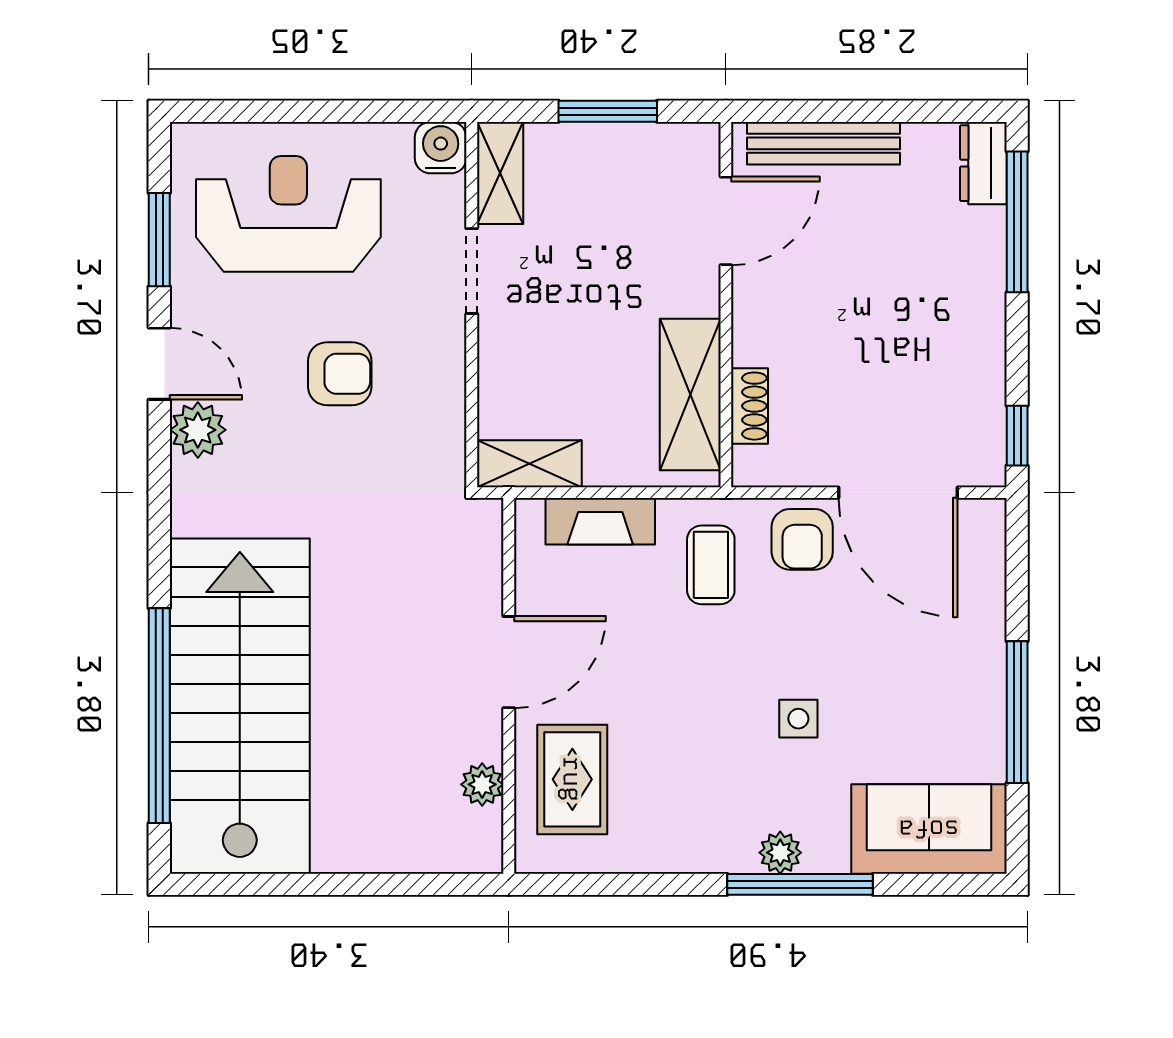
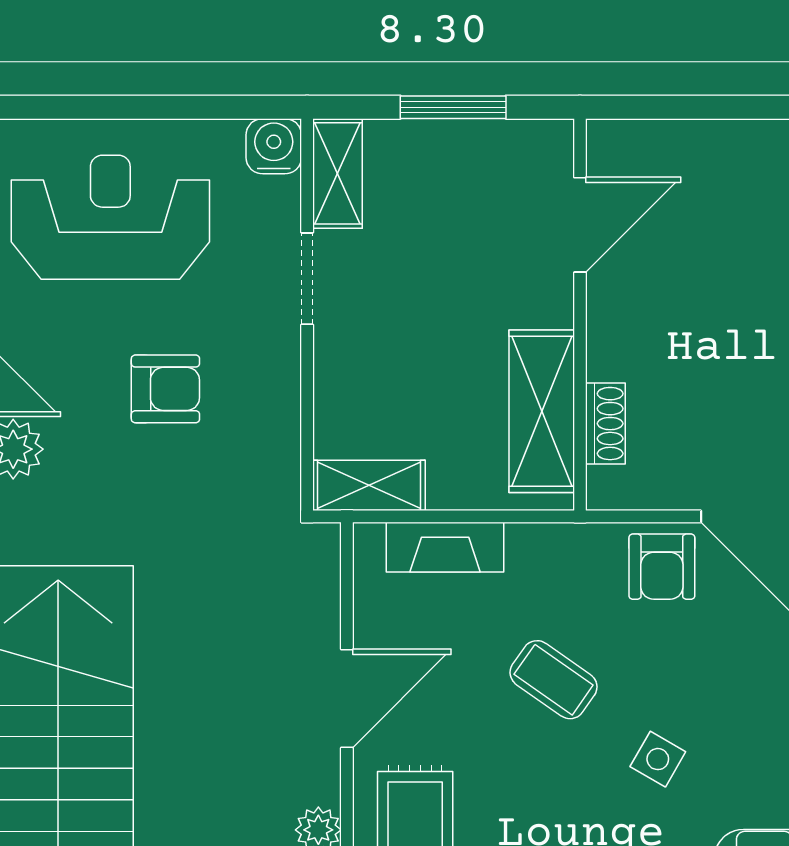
bench: (824, 143) -> (685, 142), removed
coffee table: (711, 565) -> (554, 680), moved, turned -55
side table: (798, 719) -> (658, 759), turned 30

